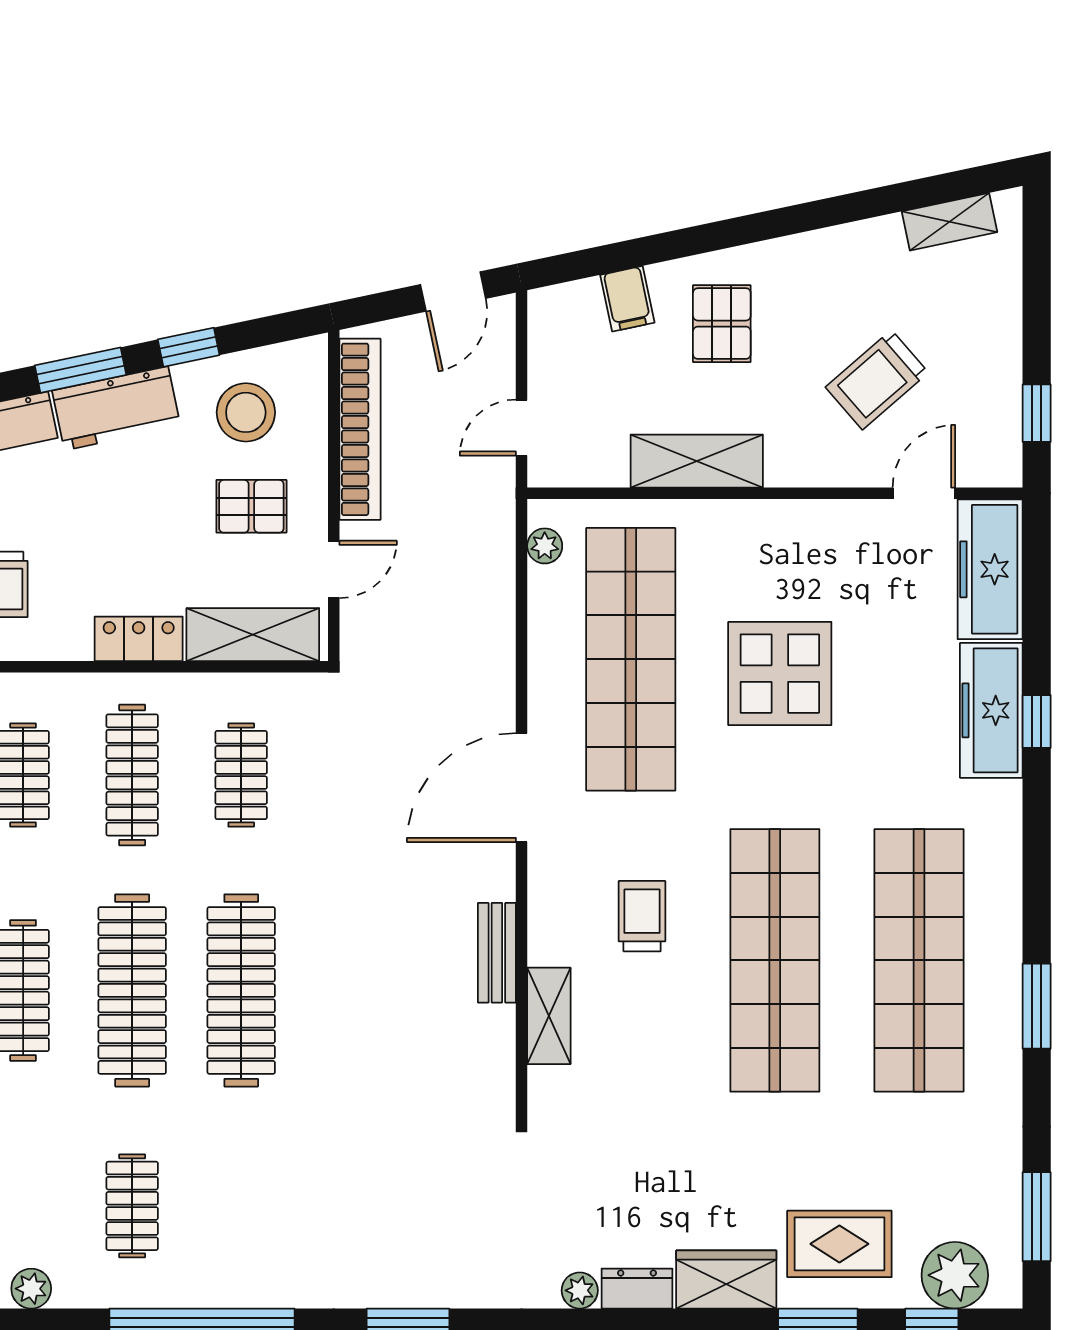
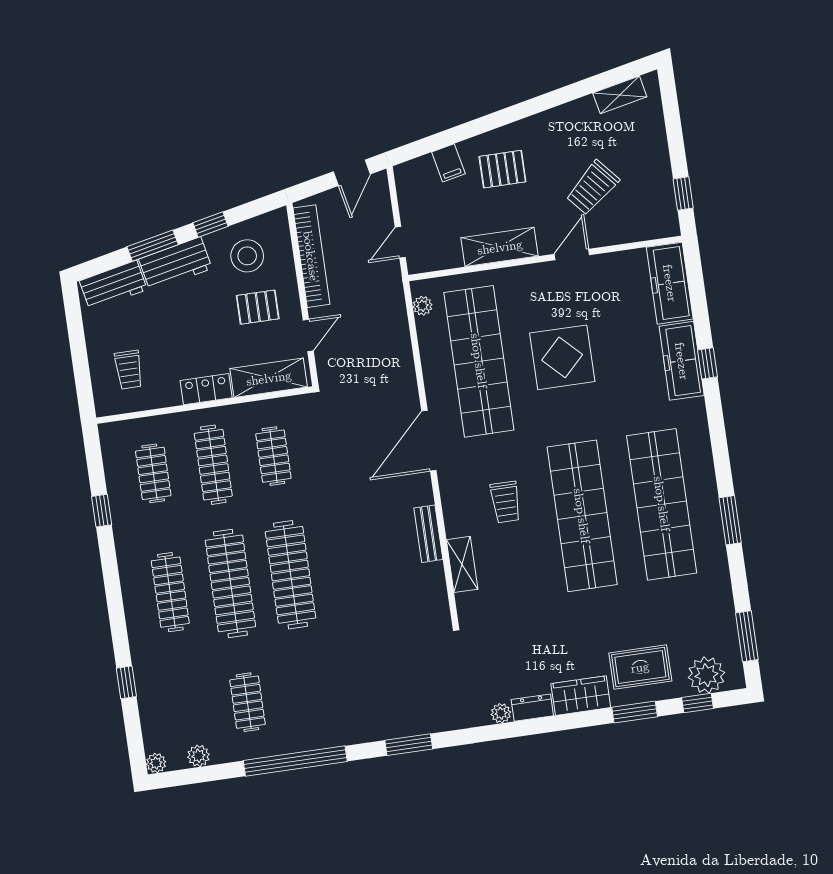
pallet: (722, 324) -> (502, 169), turned 90
door: (924, 493) -> (572, 255), moved
trolley: (642, 916) -> (506, 502), turned 180

